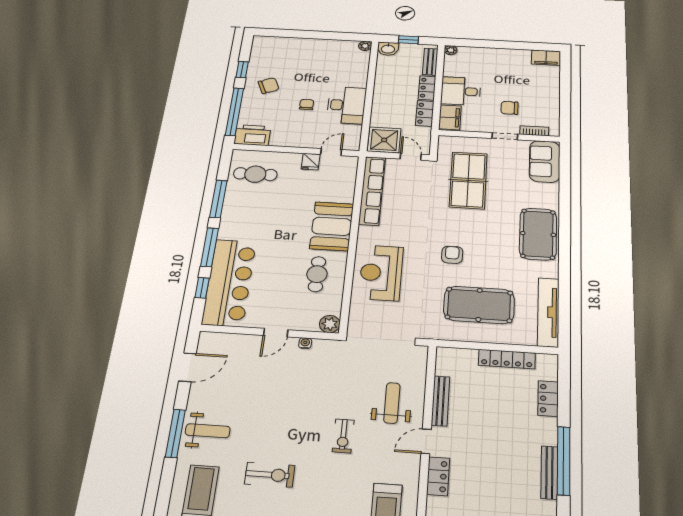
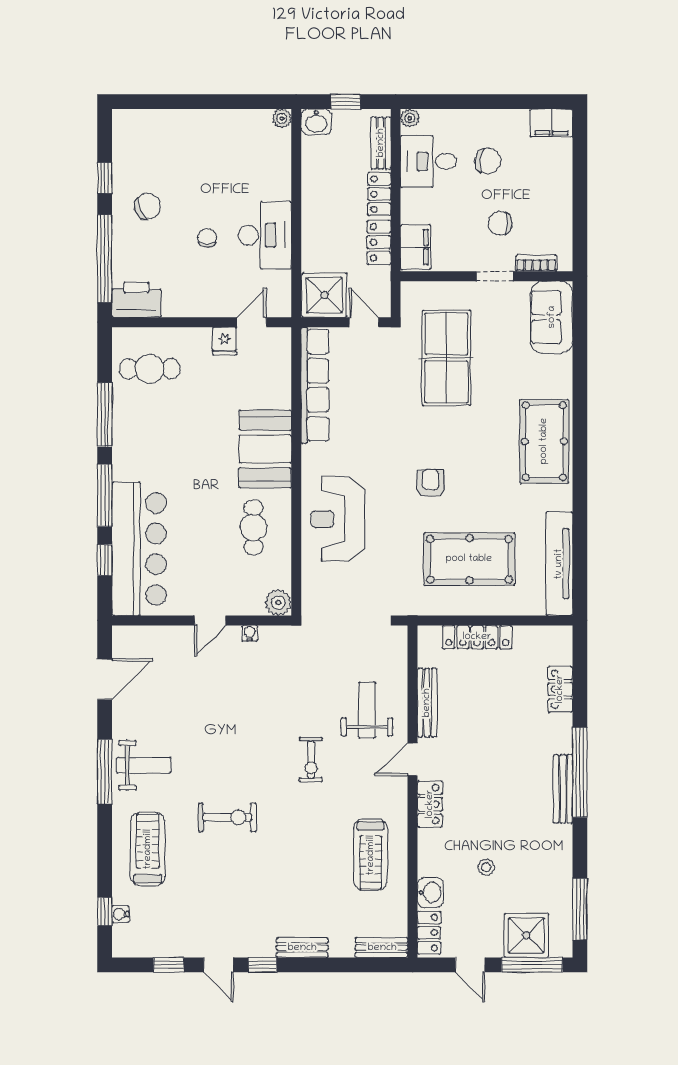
chair: (502, 75) -> (488, 161), added
desk: (461, 91) -> (429, 161), moved
locker: (507, 359) -> (477, 637), moved

